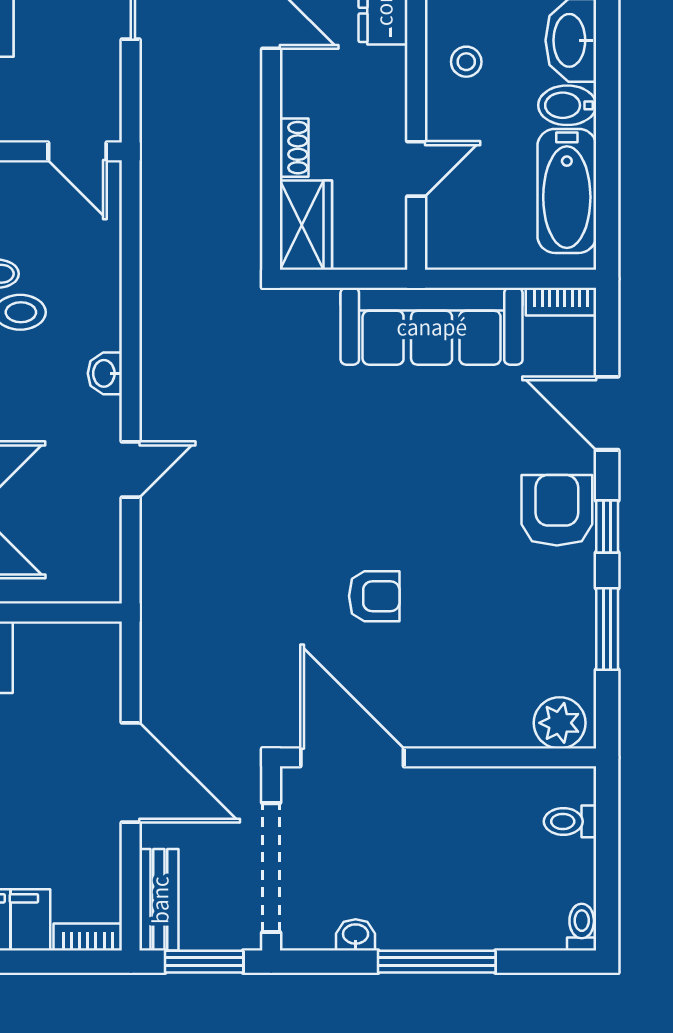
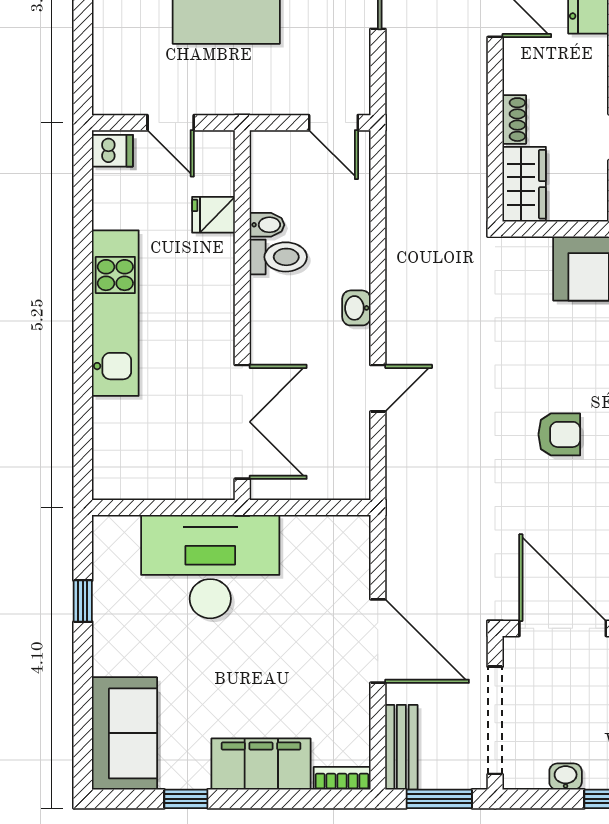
armchair: (374, 596) -> (559, 434), moved

